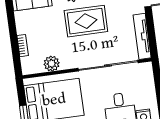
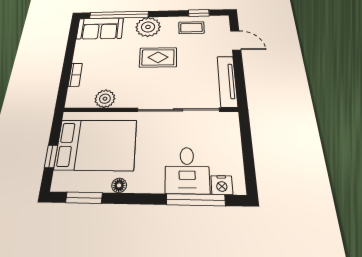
rug: (86, 21) -> (158, 57), width x0.73, depth x0.70

